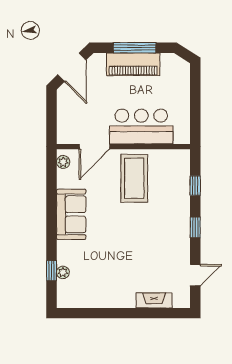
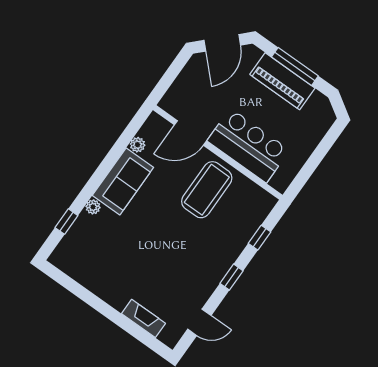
plant: (63, 162) -> (138, 145), moved
plant: (63, 272) -> (93, 207), moved

